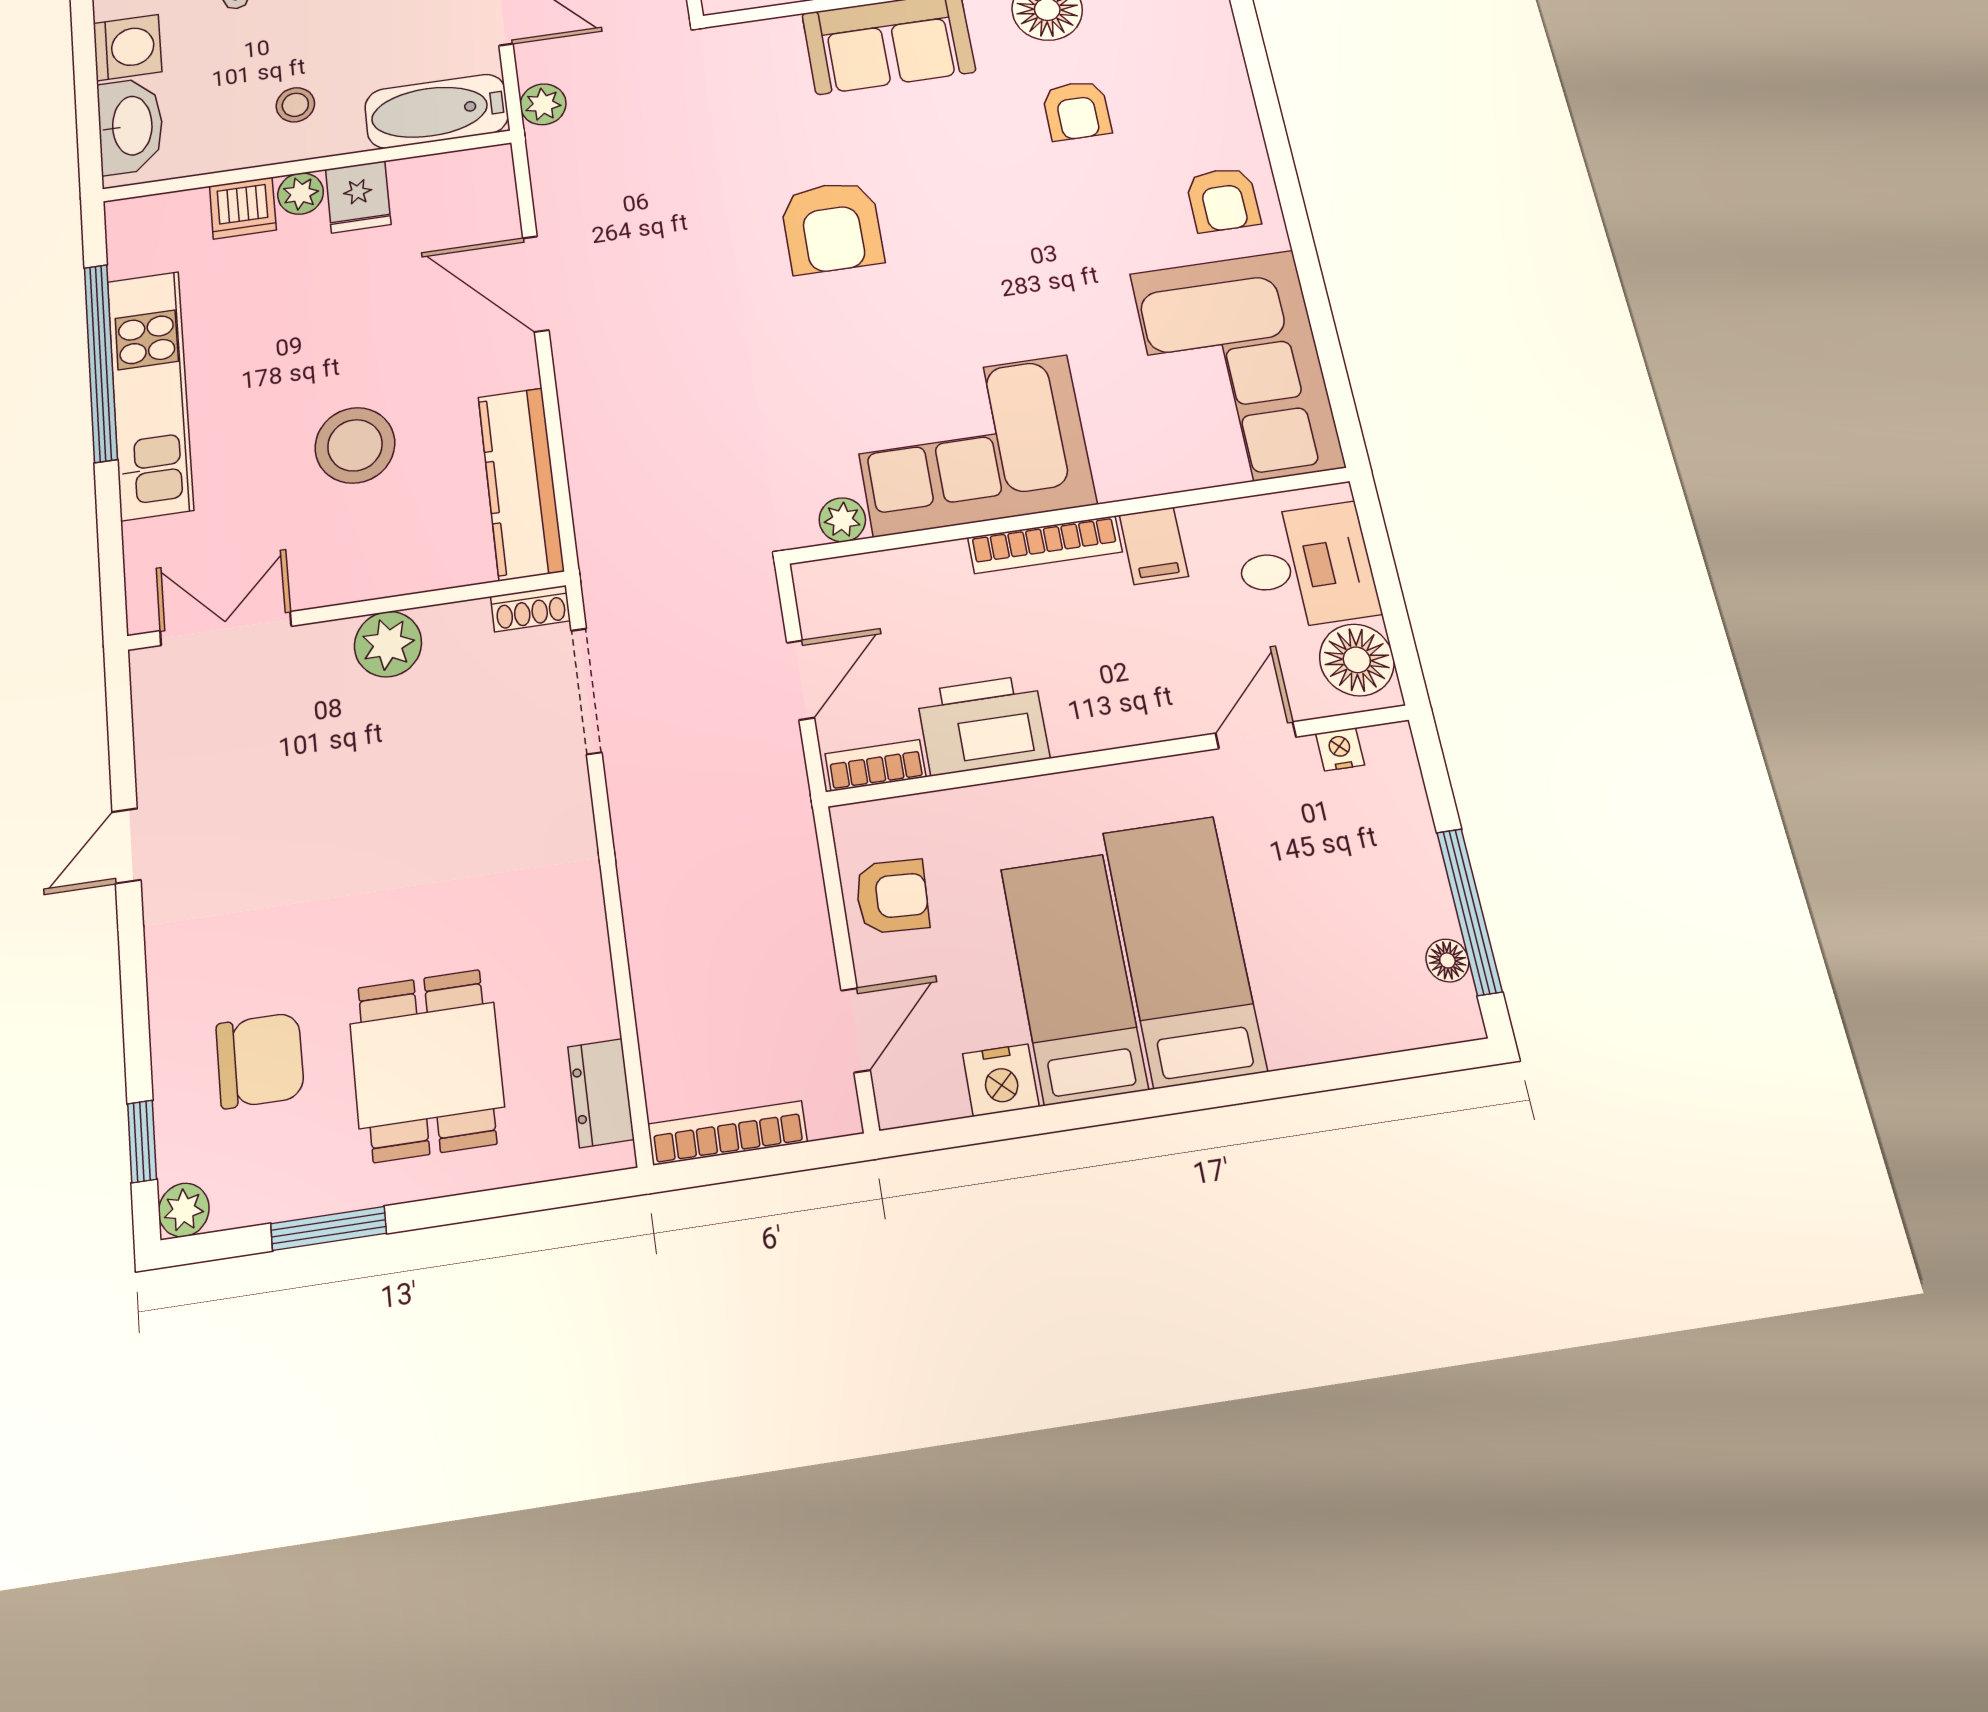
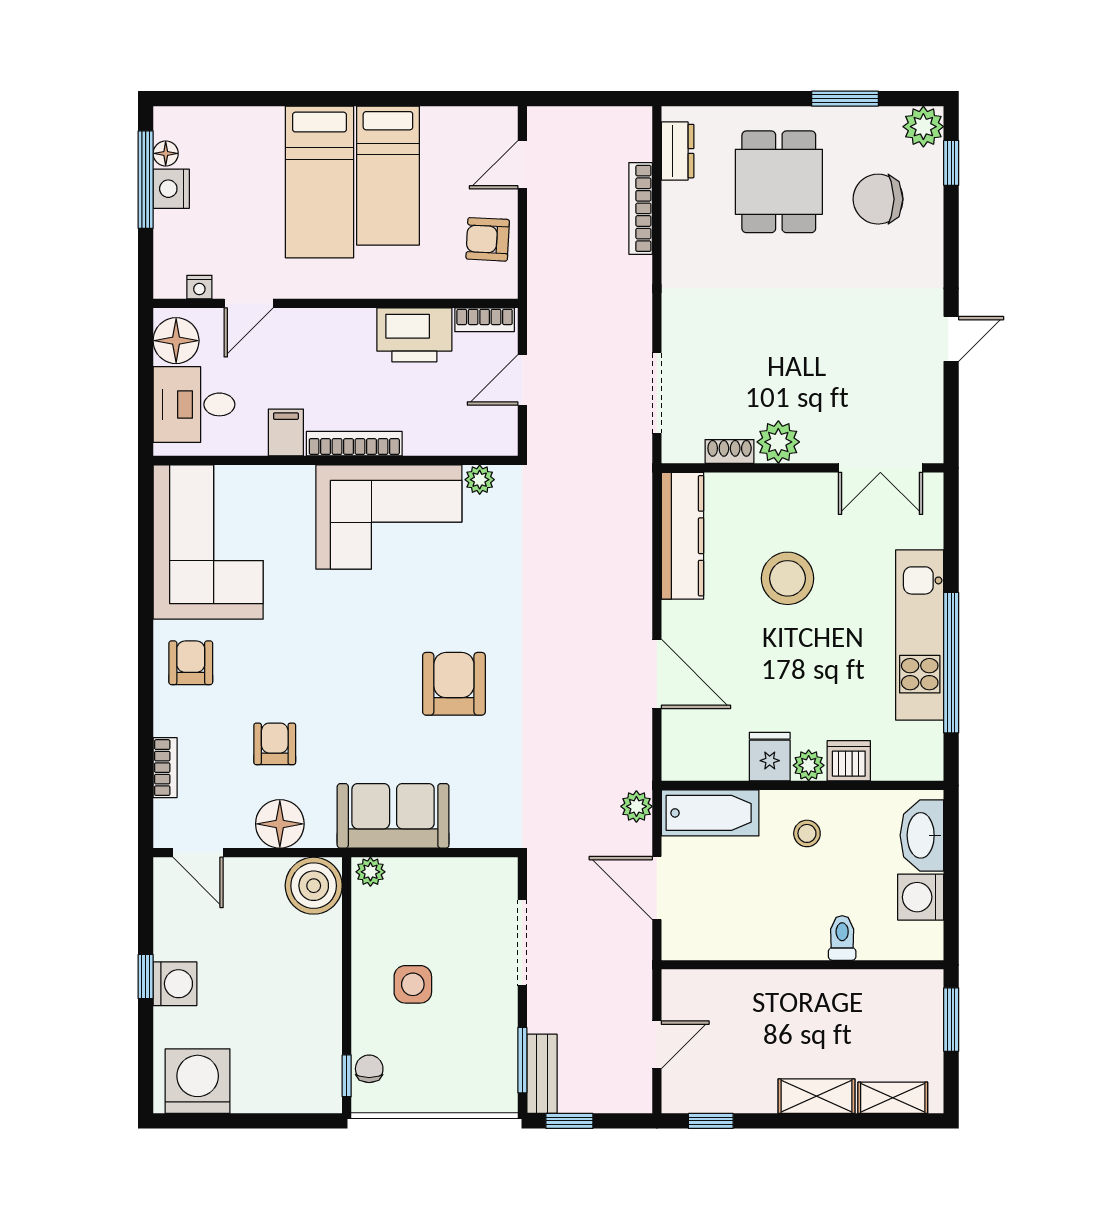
bookcase: (1227, 57) -> (165, 768), added
shoe rack: (530, 609) -> (730, 451), moved
nightstand: (1001, 1080) -> (171, 189), moved, turned -90
bookcase: (727, 1133) -> (641, 208), moved, turned 90
plant: (184, 1210) -> (923, 127), width x1.38, depth x1.38

